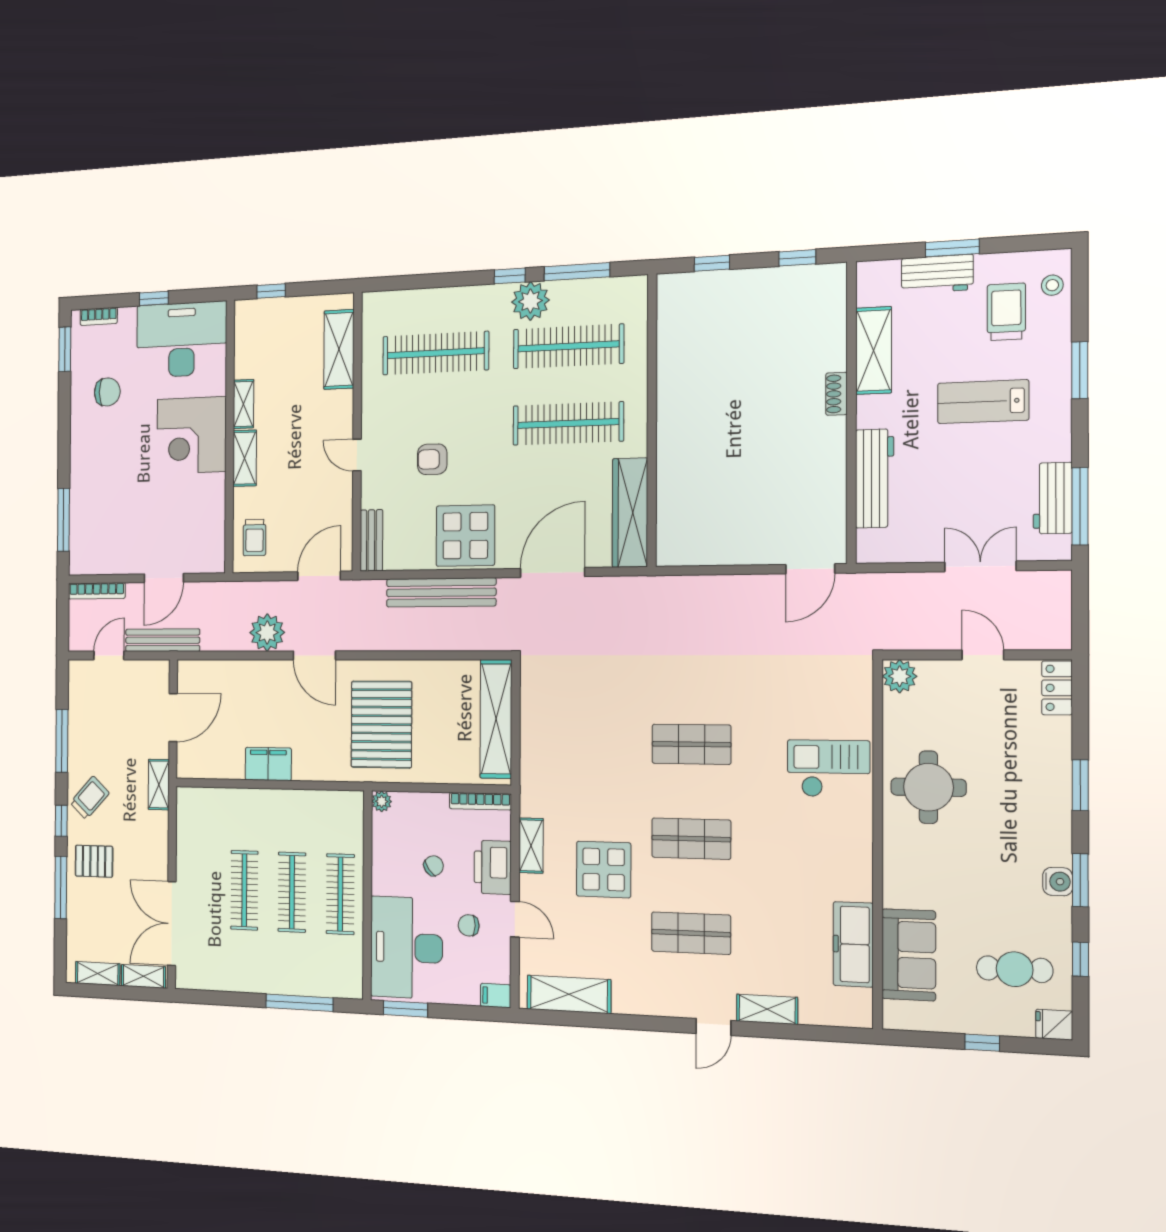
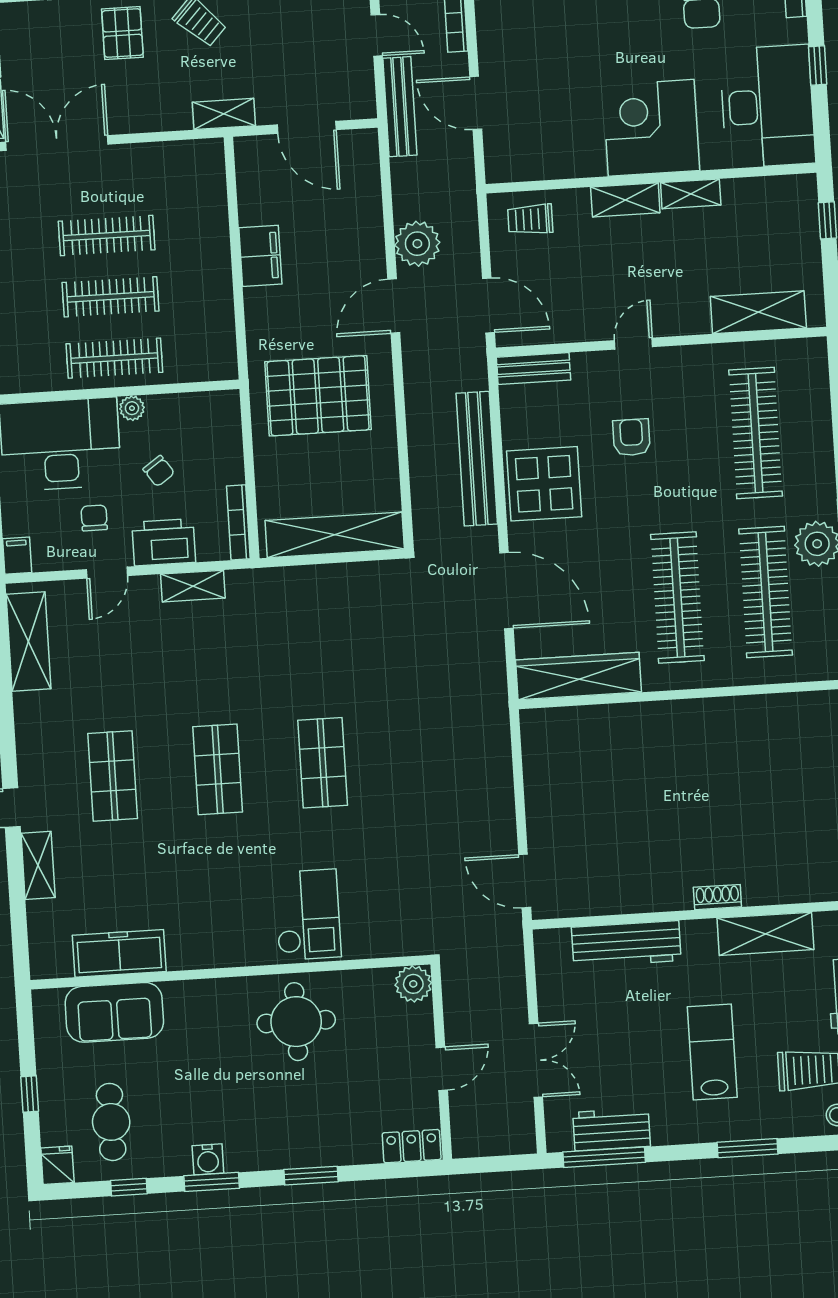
plant: (382, 801) -> (132, 408), moved
display table: (604, 870) -> (174, 672), removed

